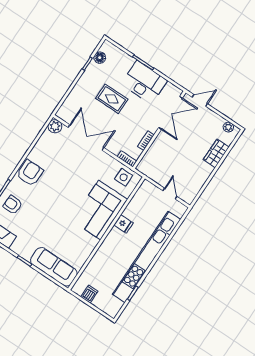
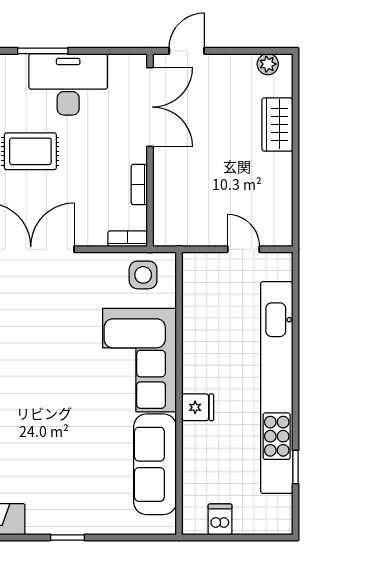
fridge: (123, 224) -> (198, 407), moved
sofa: (54, 267) -> (155, 464), moved, turned -90

